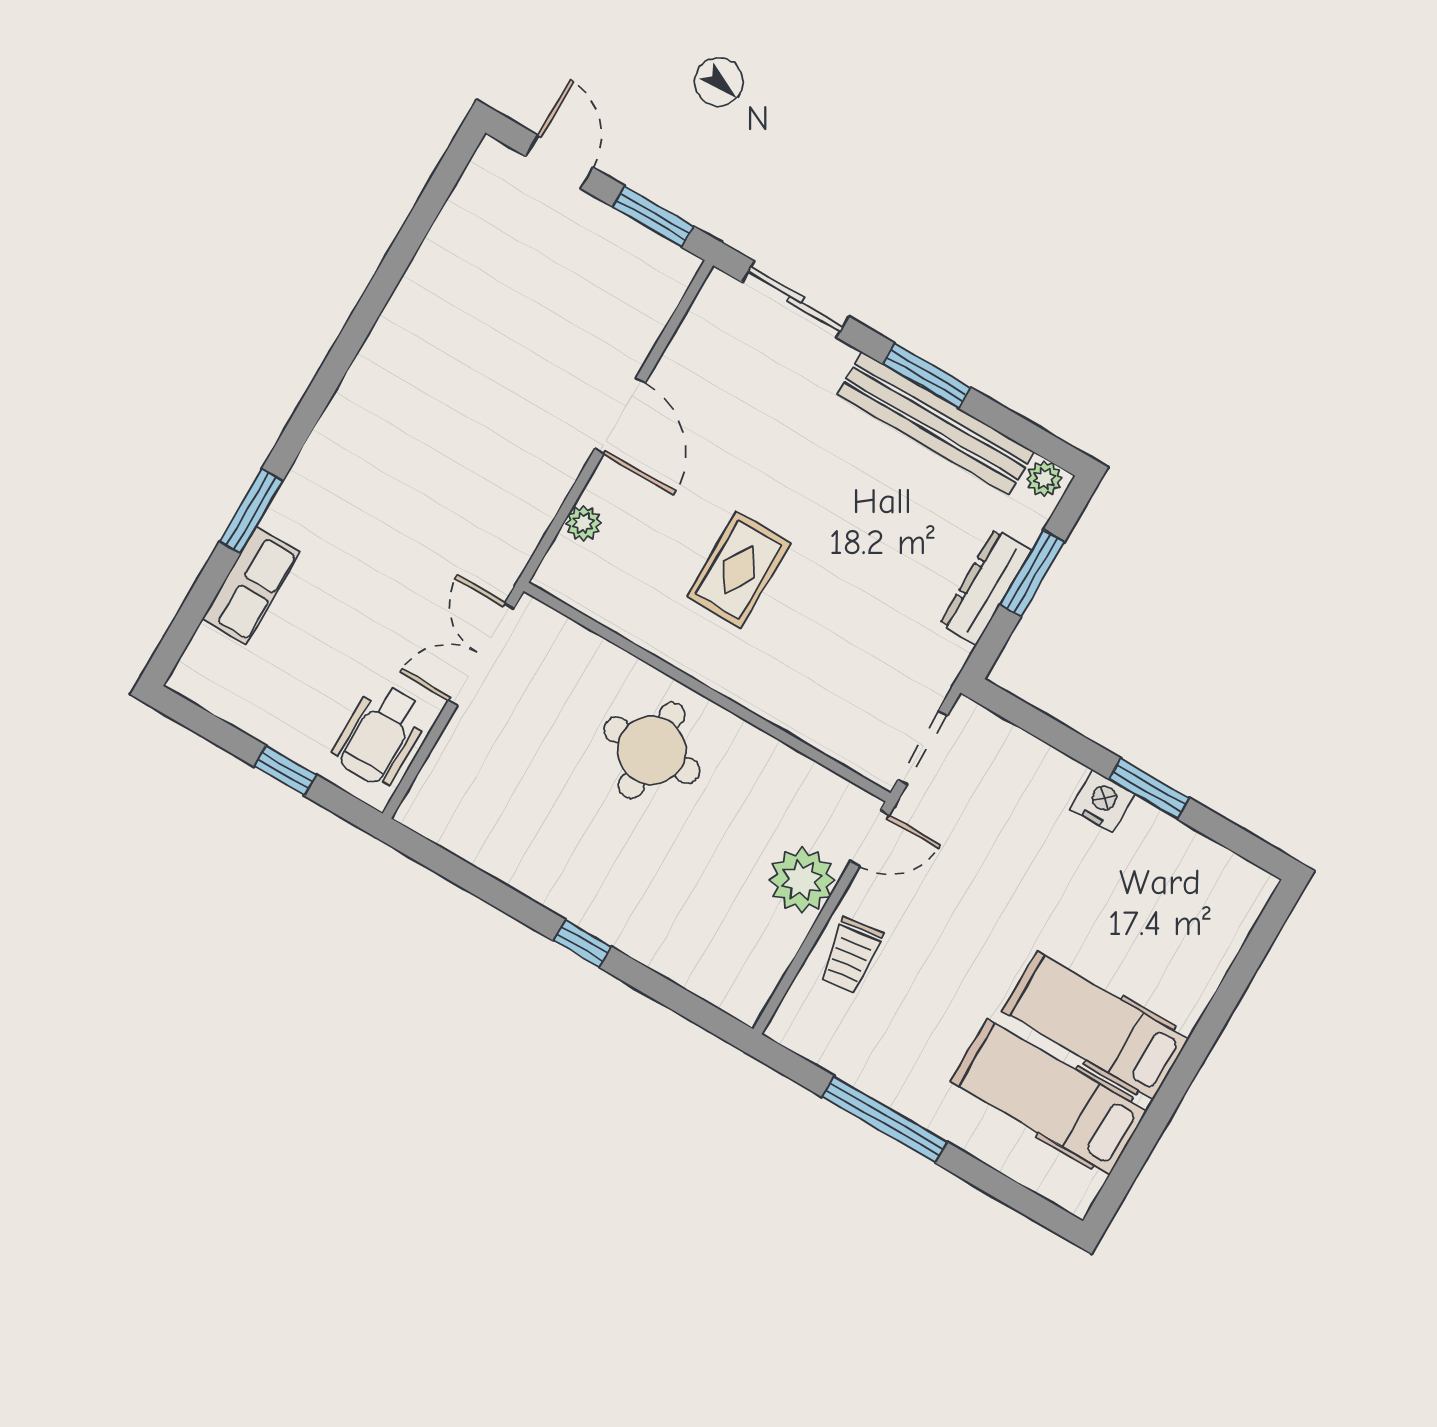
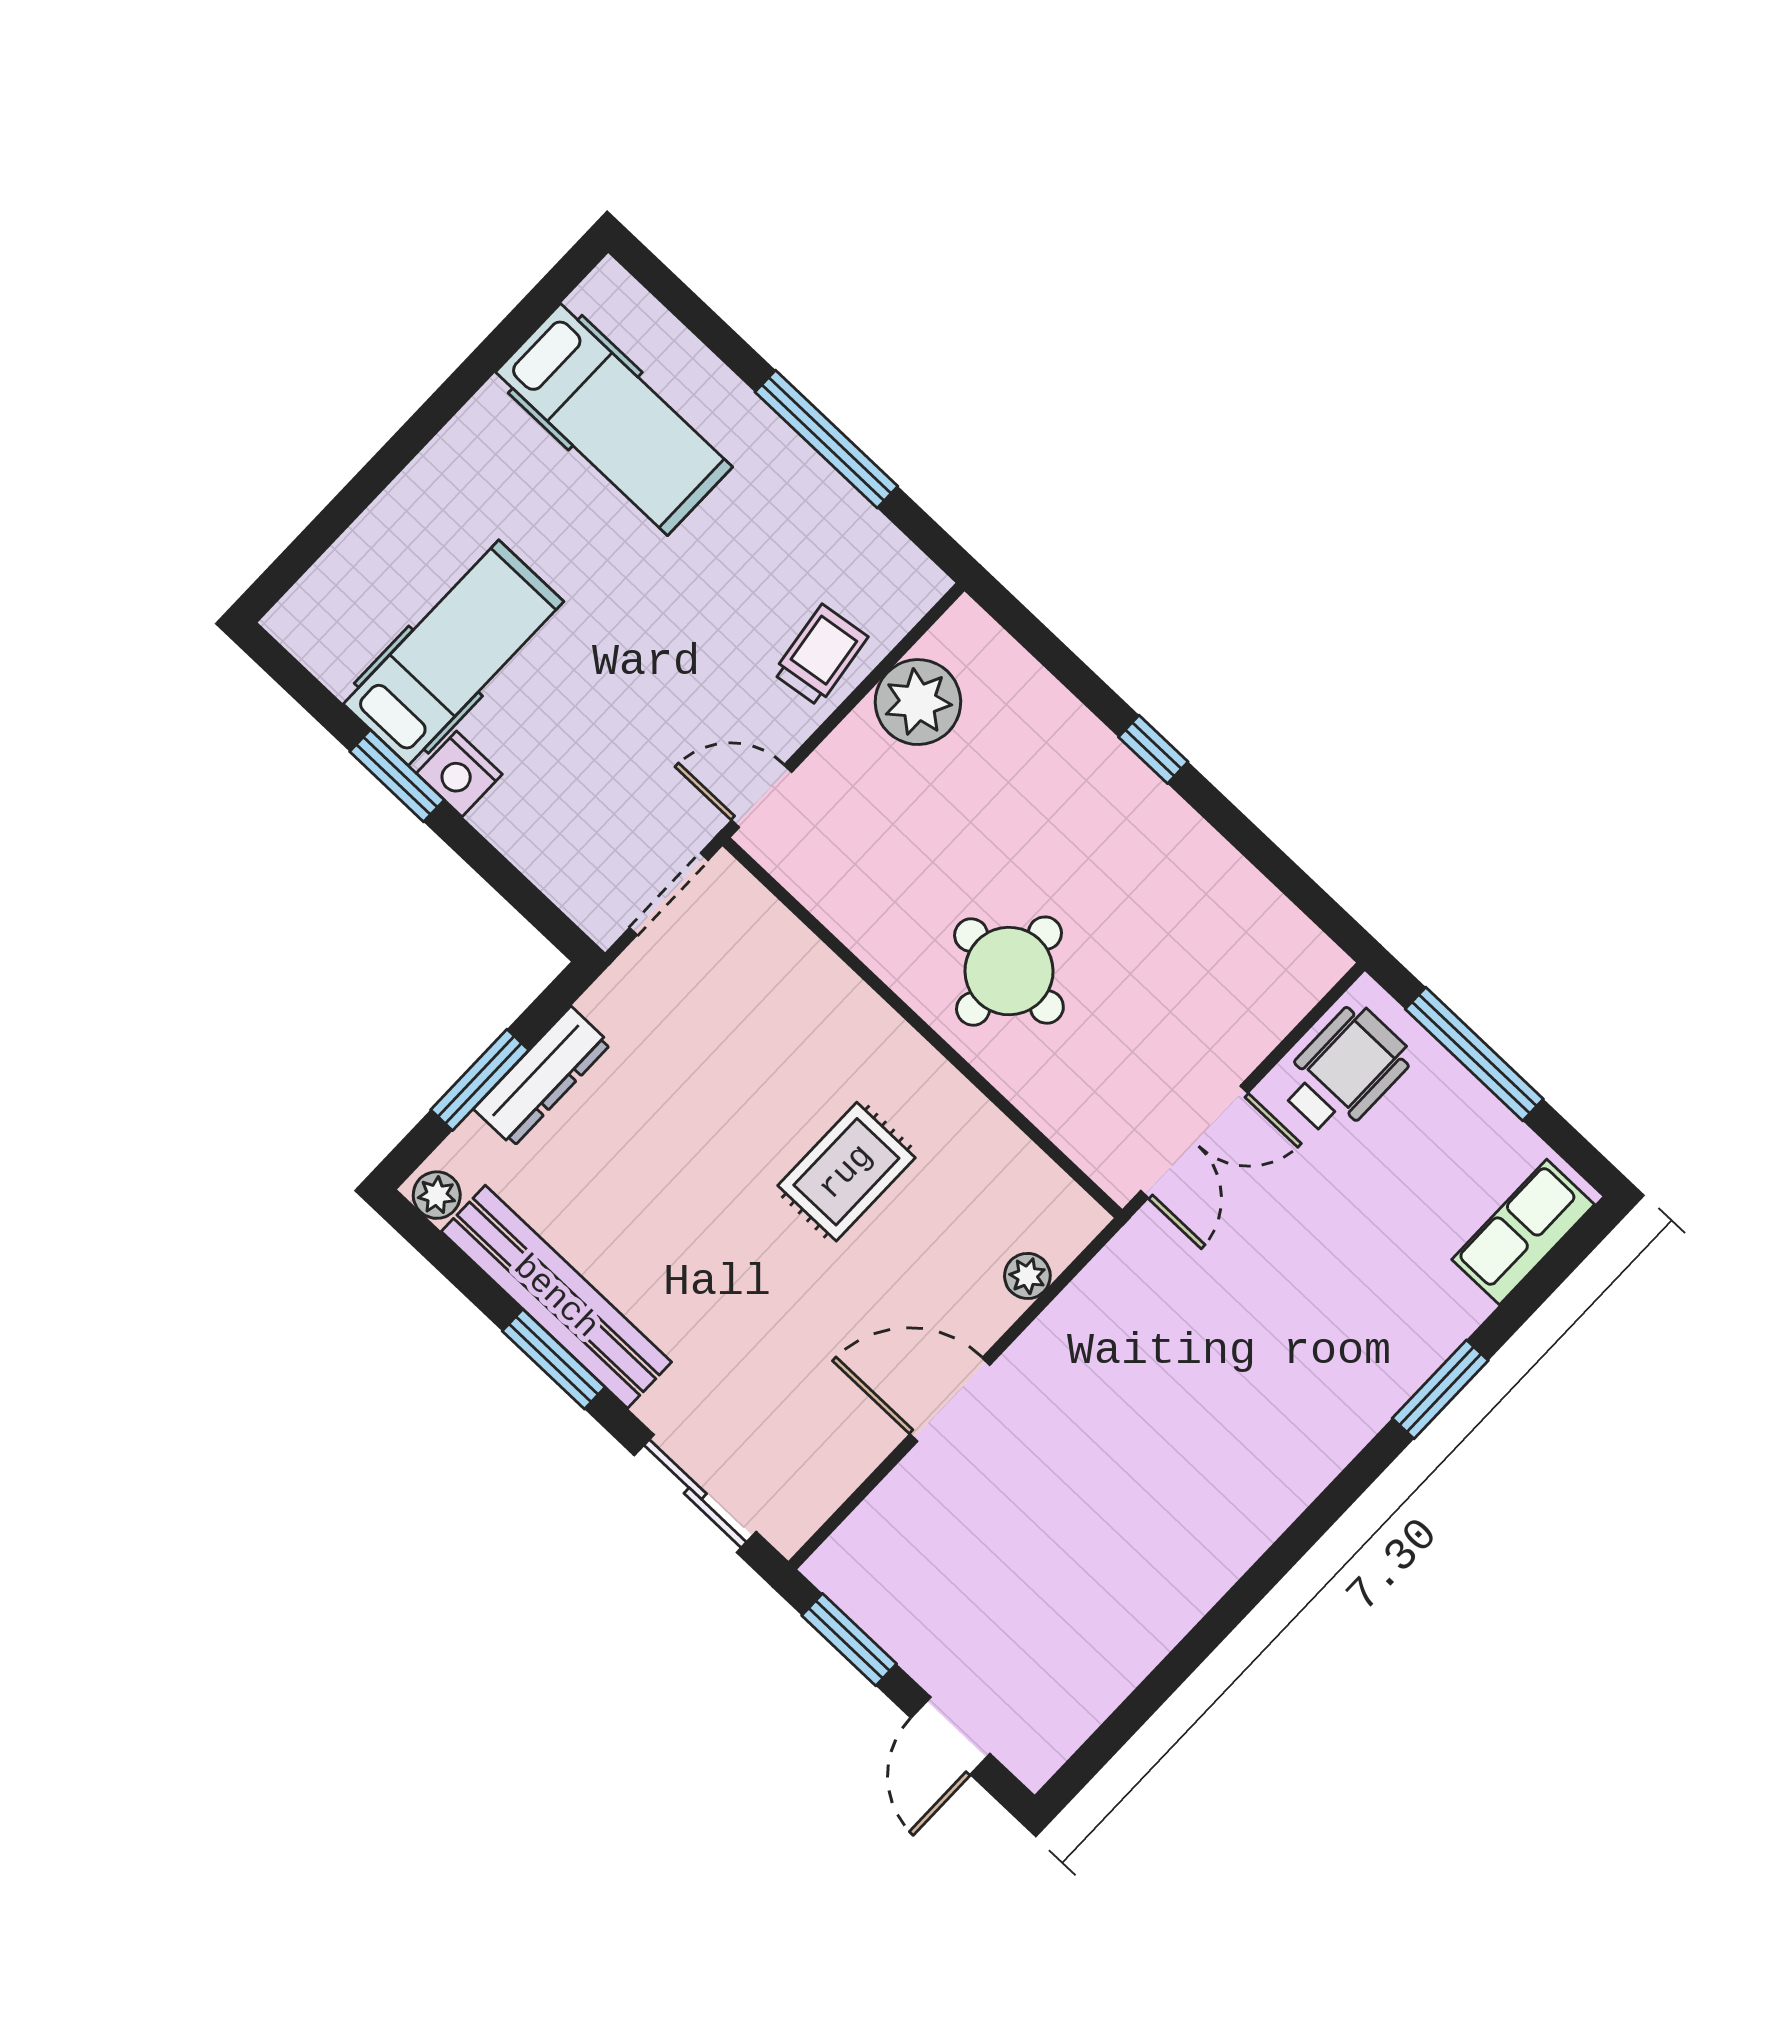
door: (620, 416) -> (950, 1399), hinge flipped
row of seats: (251, 586) -> (1523, 1232), moved
window: (285, 771) -> (1474, 1054), width x2.17
plant: (802, 880) -> (918, 702), moved
hospital bed: (1095, 1025) -> (453, 653), moved, turned -90

